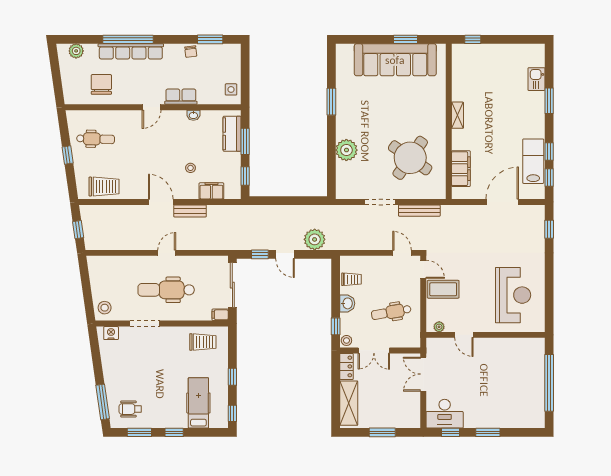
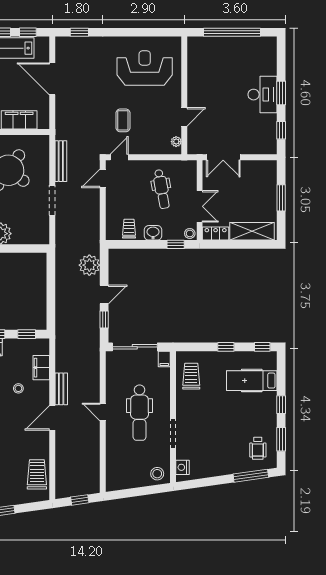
coffee table: (443, 289) -> (123, 120), moved, width x0.73, depth x0.77
desk: (445, 414) -> (262, 95), moved

